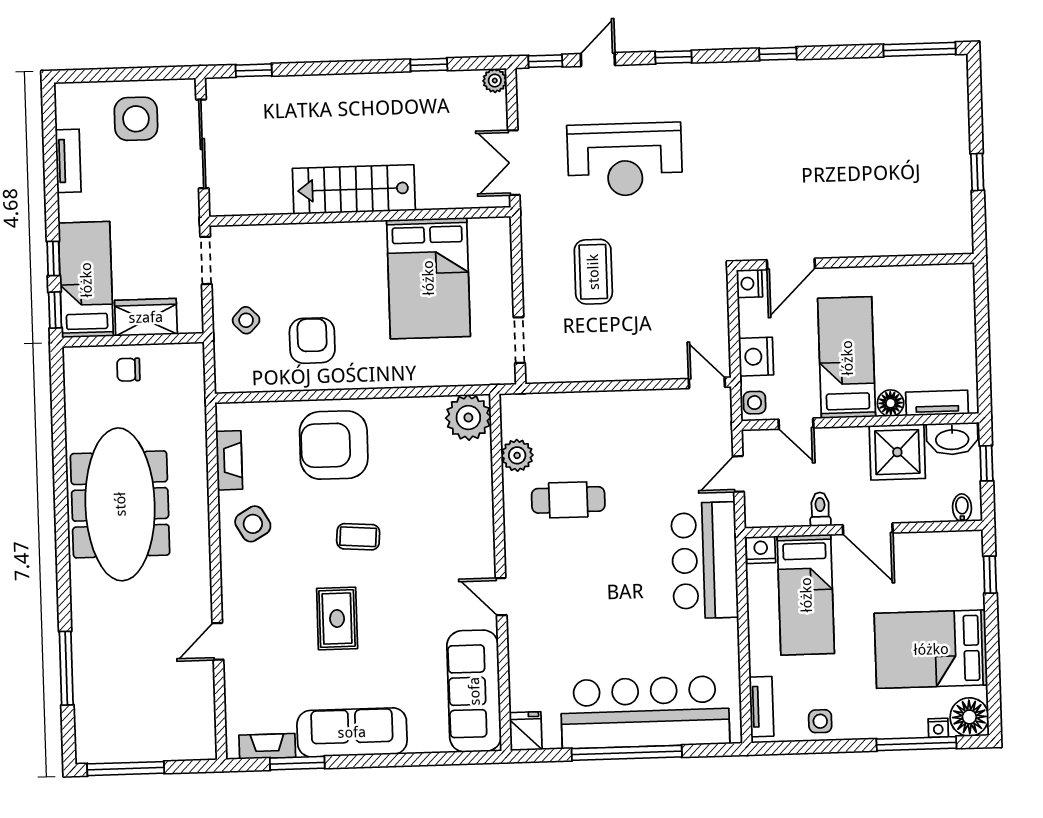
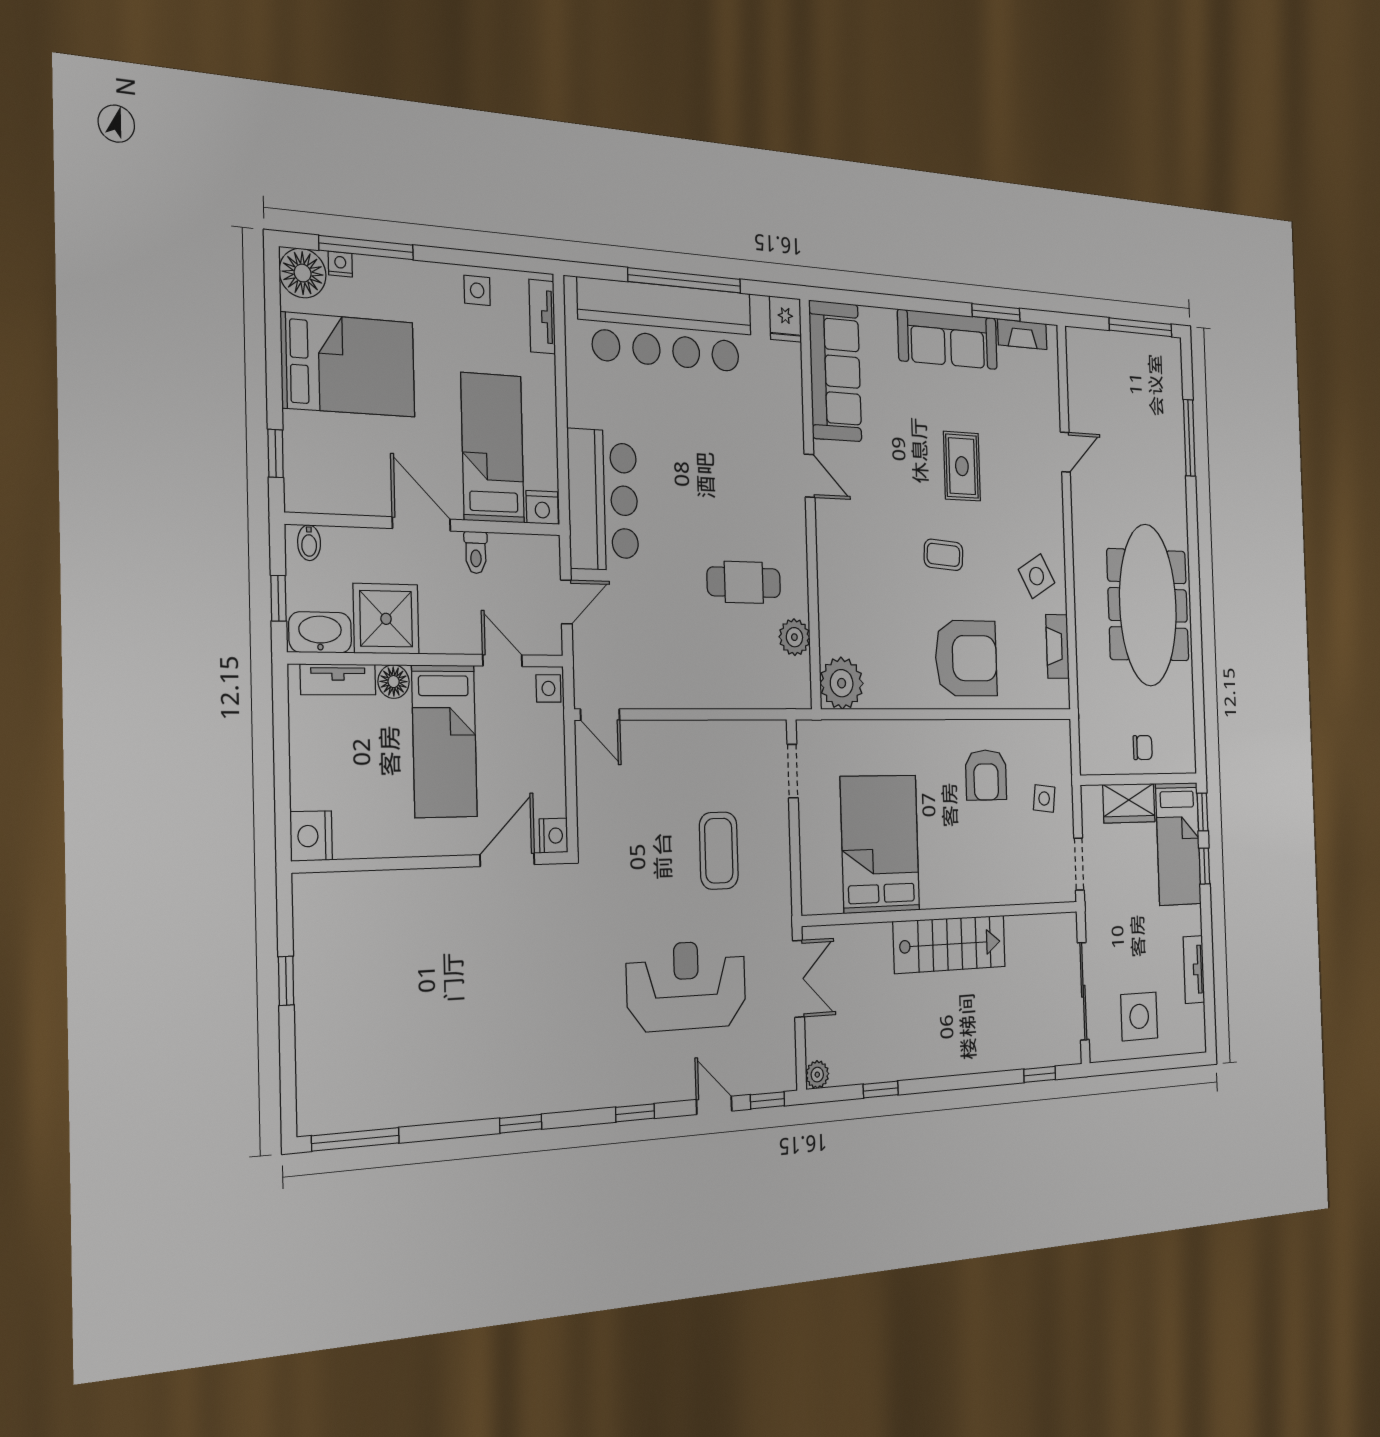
door: (598, 59) -> (714, 1105), swing flipped
side table: (246, 320) -> (1044, 798), turned -37
nightstand: (756, 357) -> (311, 836), moved, turned 180

